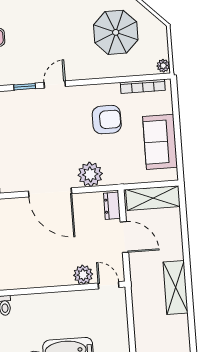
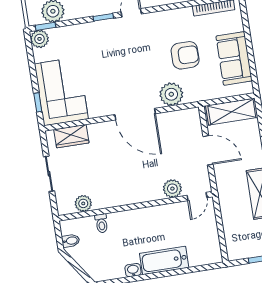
armchair: (107, 120) -> (185, 55), moved
dresser: (112, 206) -> (194, 122), removed
door: (109, 285) -> (197, 197), swing flipped

